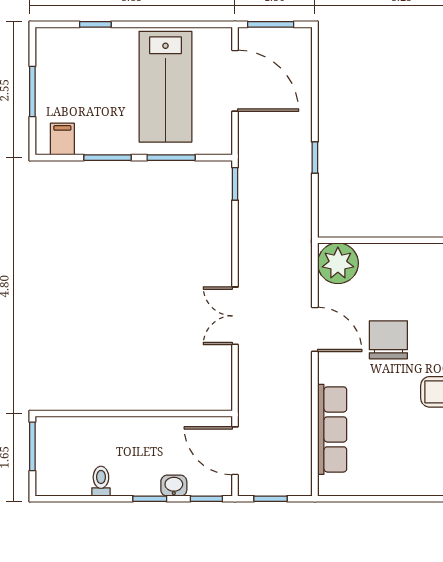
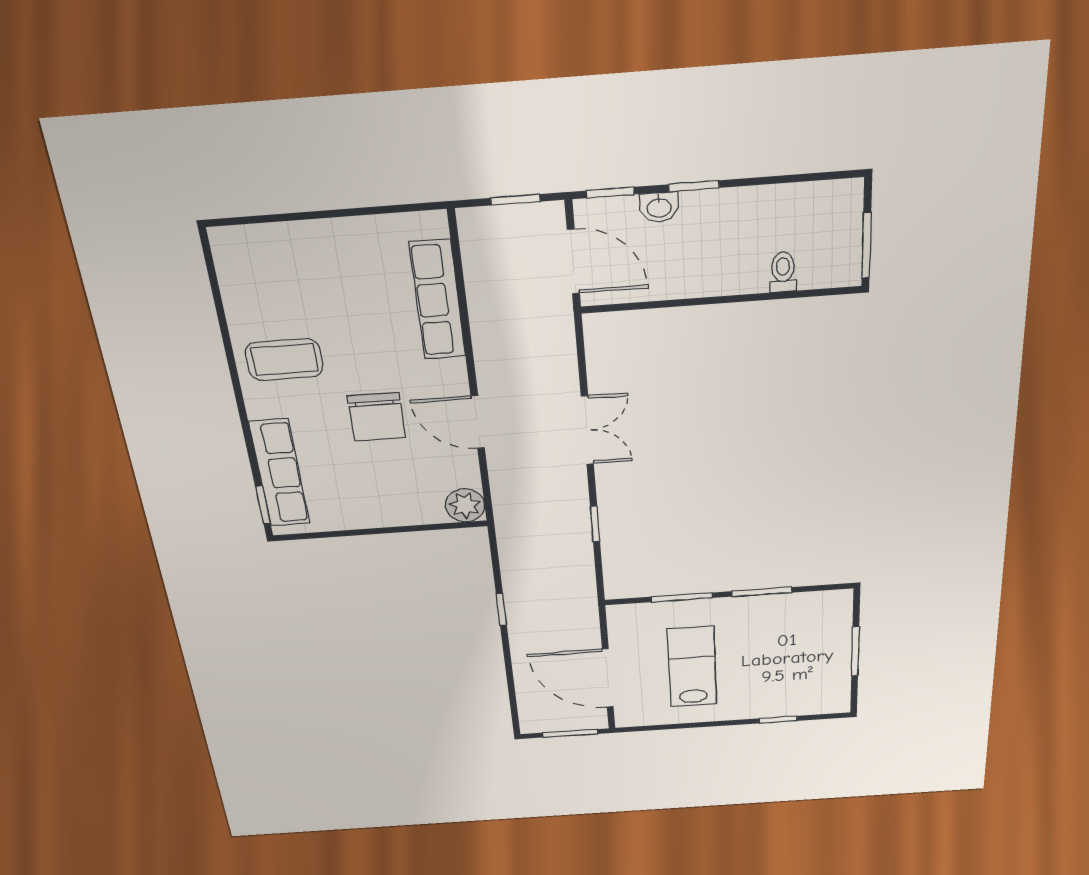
lab bench: (165, 87) -> (692, 667), width x0.73, depth x0.72
filing cabinet: (62, 139) -> (819, 607), removed
window: (235, 184) -> (595, 524), moved
plant: (338, 263) -> (465, 505), width x0.73, depth x0.73
toilet: (101, 481) -> (783, 272), moved, turned 180

